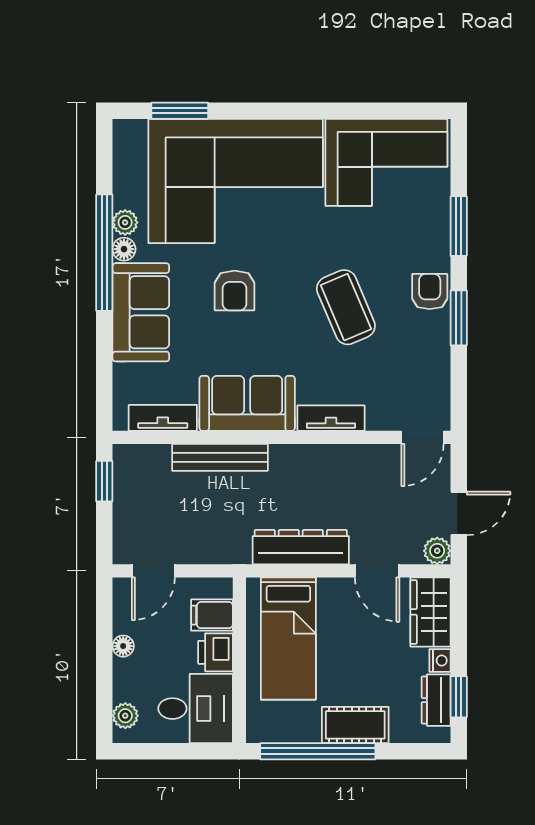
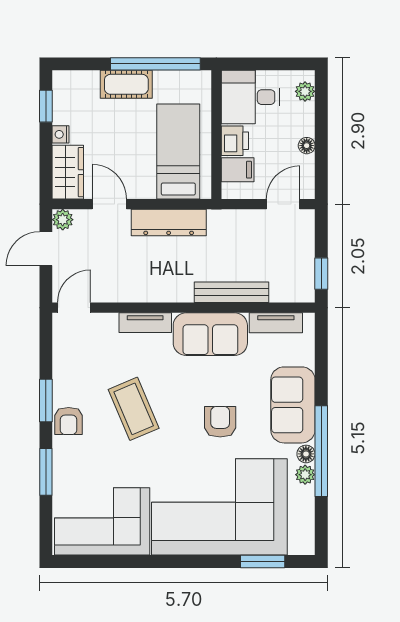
dresser: (436, 700) -> (63, 104), removed

